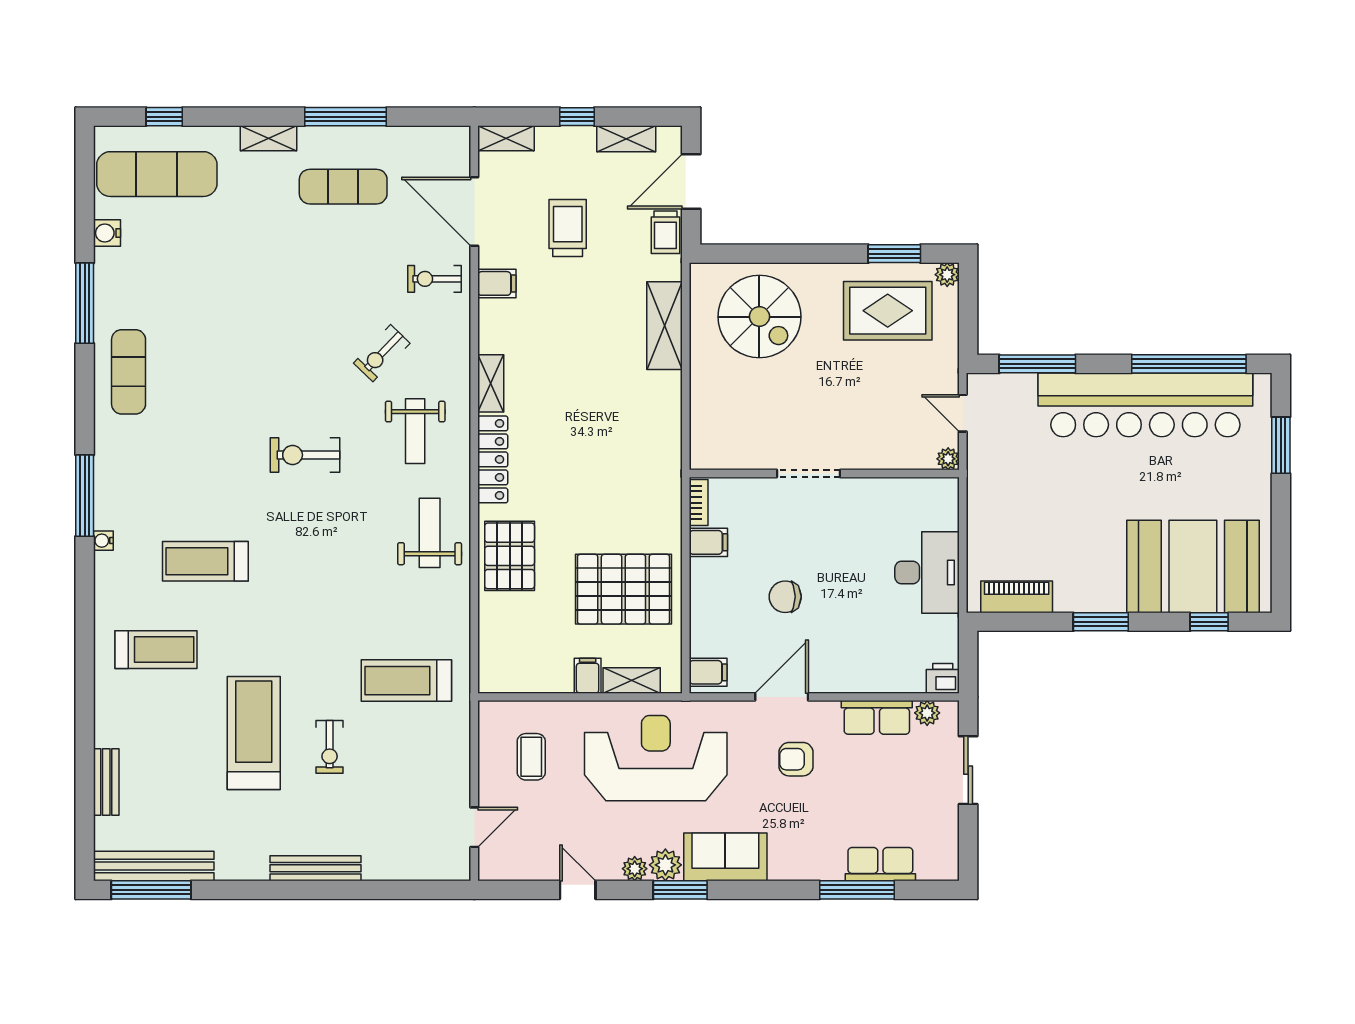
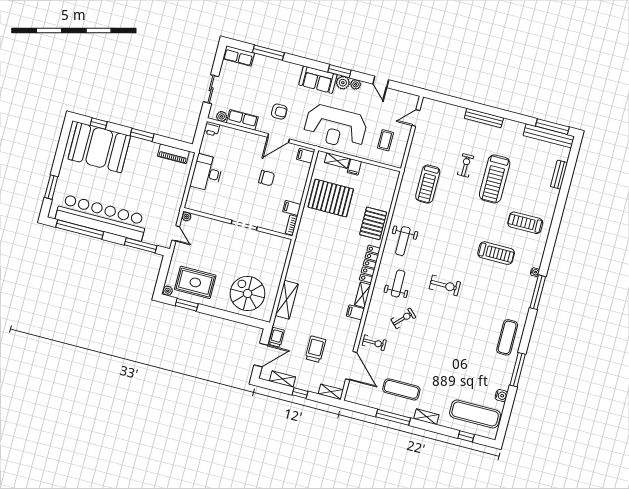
trolley: (568, 228) -> (315, 349), turned 180
filing cabinet: (497, 283) -> (355, 312), moved
treadmill: (406, 681) -> (428, 184), turned 90
row of seats: (880, 864) -> (239, 56), moved

